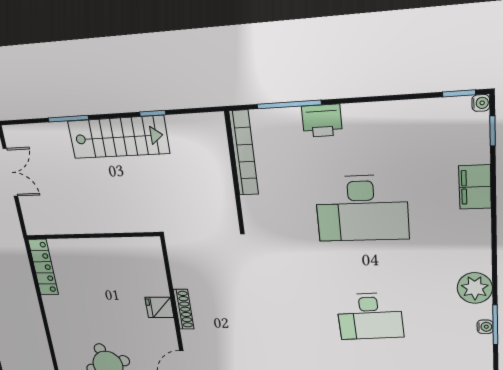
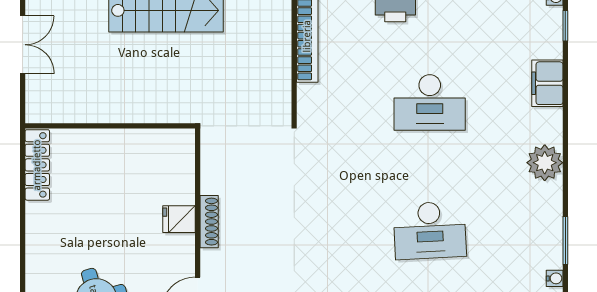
desk: (362, 208) -> (430, 102), width x0.73, depth x0.77
plant: (475, 288) -> (545, 163), moved
water cooler: (485, 327) -> (555, 278), moved

